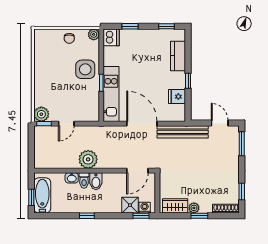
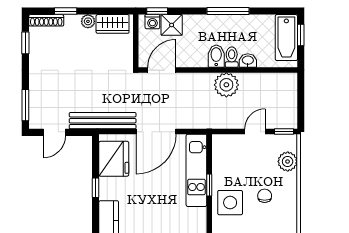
chair: (59, 75) -> (265, 196), added
fridge: (177, 97) -> (114, 159), width x1.88, depth x1.34
plant: (41, 114) -> (288, 162), moved
door: (220, 123) -> (54, 132), hinge flipped
door: (142, 124) -> (156, 132), hinge flipped
window: (87, 216) -> (228, 11), width x2.17
window: (199, 216) -> (66, 11), moved

